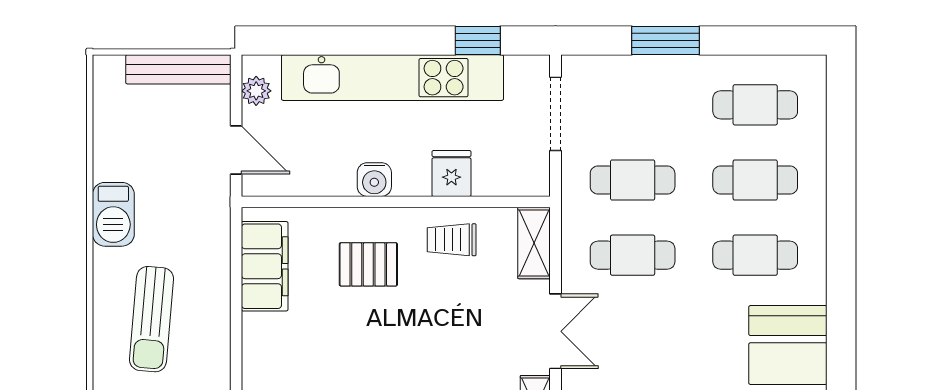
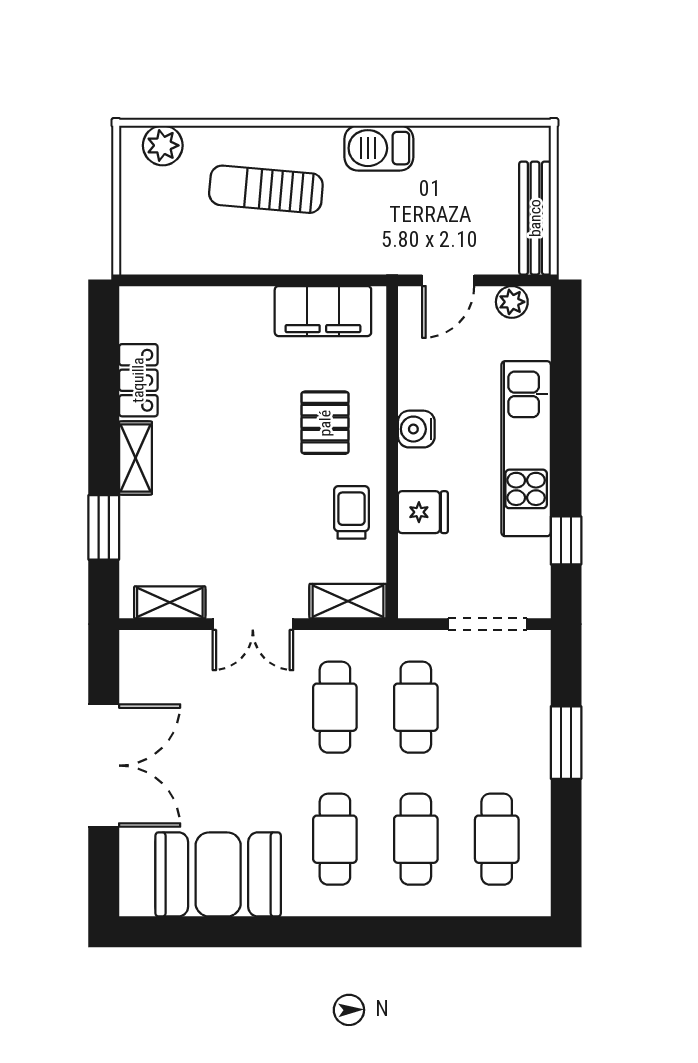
kitchen unit: (392, 78) -> (526, 449), width x0.73

